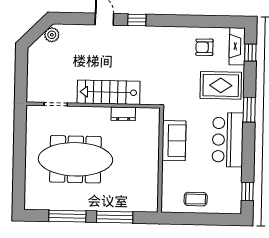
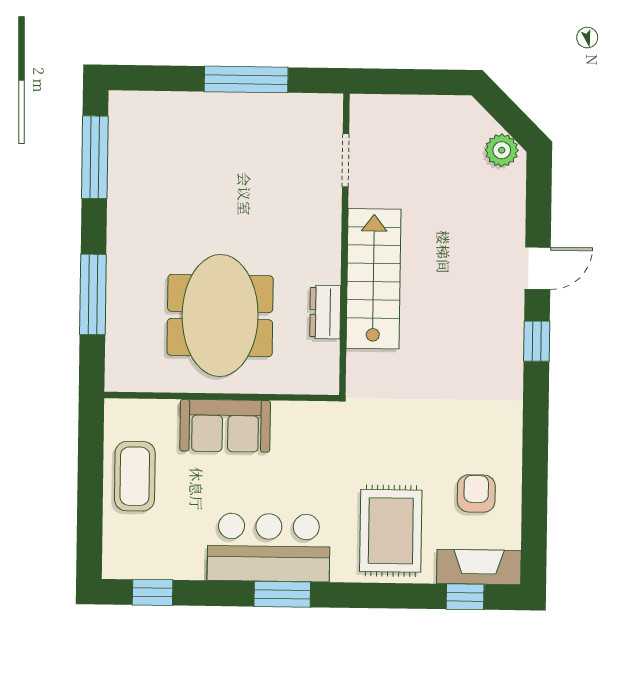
window: (249, 110) -> (282, 594), moved
sofa: (174, 141) -> (225, 426), moved
window: (20, 148) -> (246, 79), added
meeting table: (75, 159) -> (220, 316), moved, width x0.73
coffee table: (196, 199) -> (135, 476), width x1.36, depth x1.30
window: (67, 216) -> (95, 157), moved

